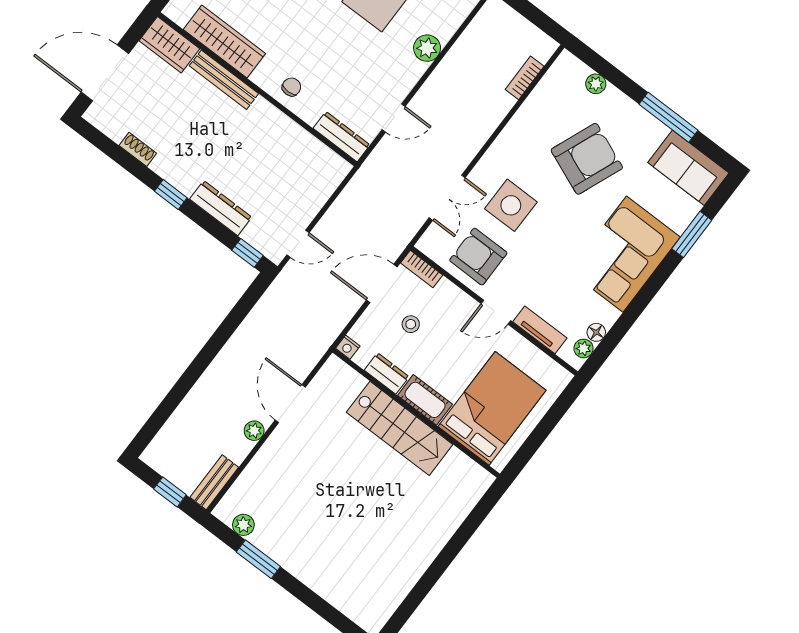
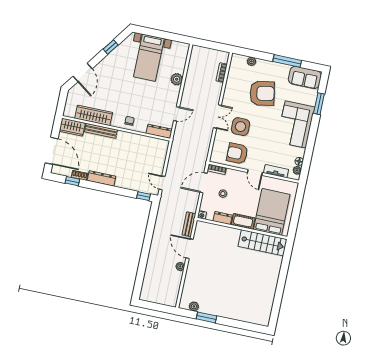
door: (105, 73) -> (52, 151), swing flipped
armchair: (587, 159) -> (262, 93), turned 58
window: (171, 195) -> (72, 181), moved
double door: (447, 198) -> (217, 117), moved
dresser: (221, 208) -> (102, 178), moved
door: (298, 244) -> (162, 183), swing flipped
door: (496, 312) -> (255, 172), hinge flipped
stairs: (400, 428) -> (262, 243), moved
bench: (214, 482) -> (189, 224), moved
window: (170, 492) -> (158, 307), removed

